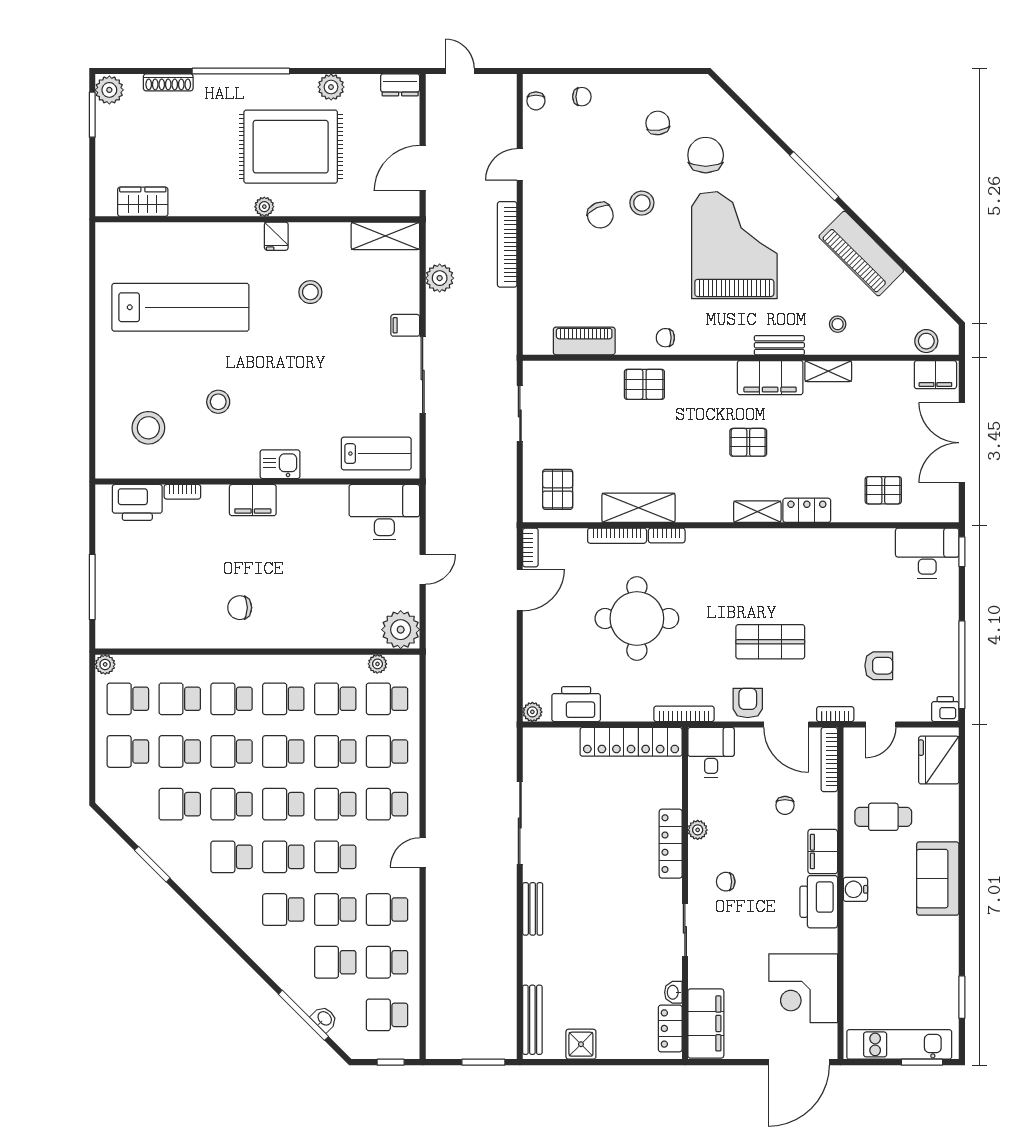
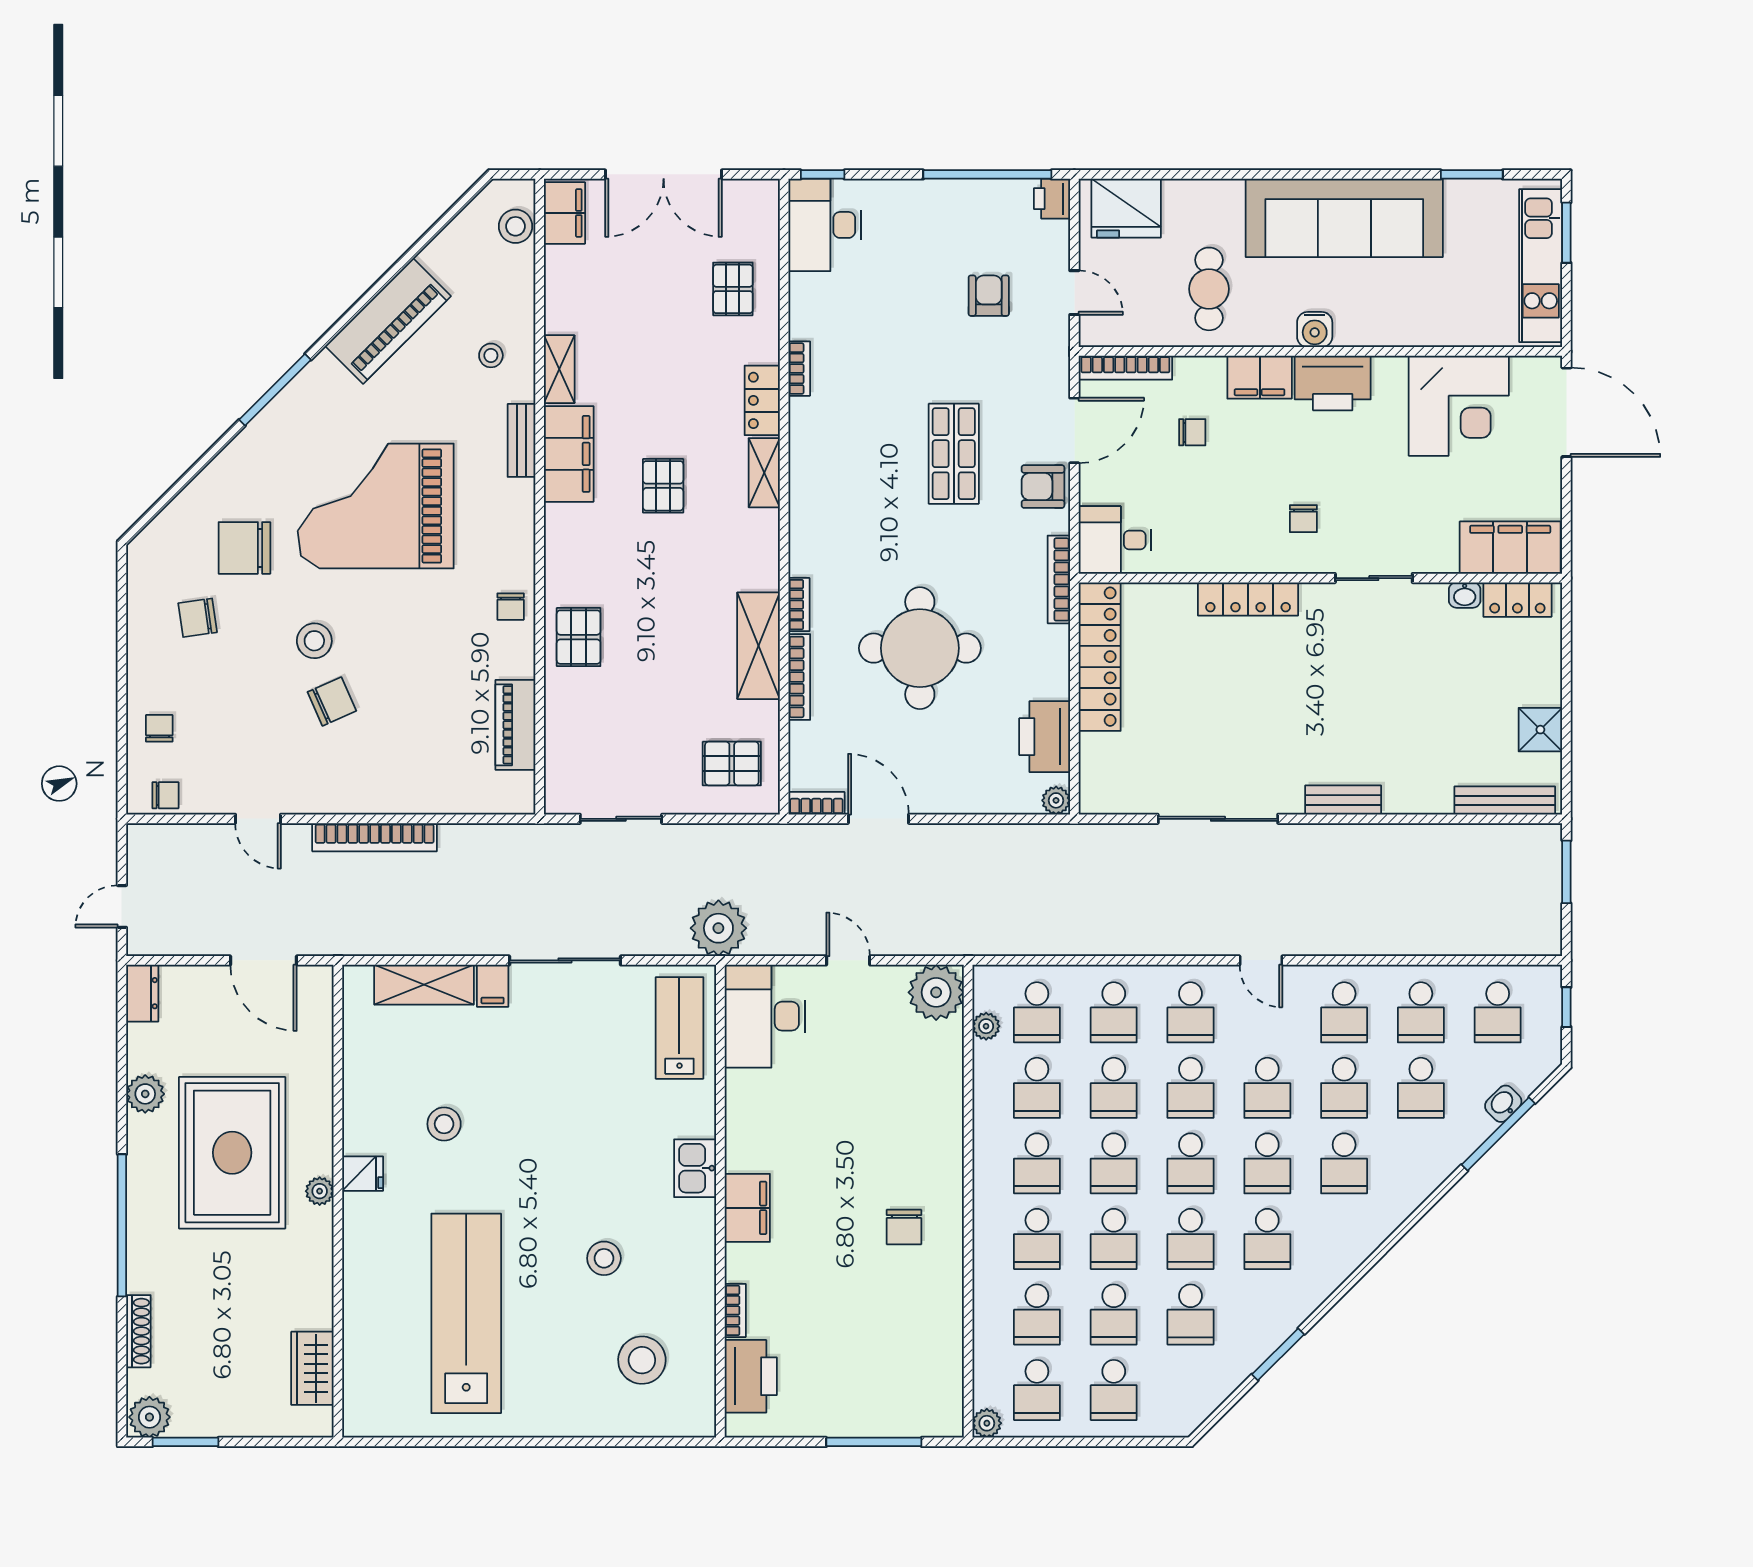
shelving: (385, 236) -> (424, 985), moved, turned 90
plant: (440, 278) -> (718, 928), moved, width x1.36, depth x1.36
bookcase: (835, 714) -> (799, 369), moved, turned 180
plant: (698, 830) -> (1228, 560), removed
sofa: (938, 879) -> (1344, 218), width x1.85, depth x1.27

